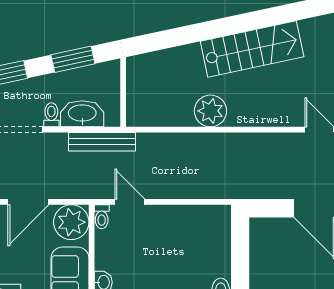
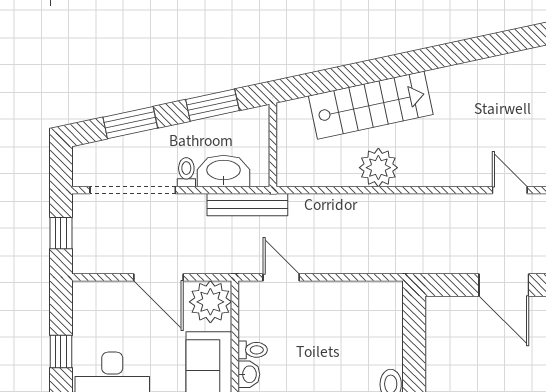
stairs: (252, 49) -> (371, 105), moved
door: (28, 202) -> (159, 277), hinge flipped
toilet: (102, 217) -> (253, 350), moved, turned -90

